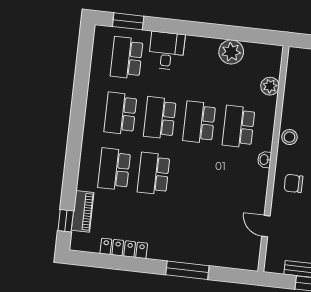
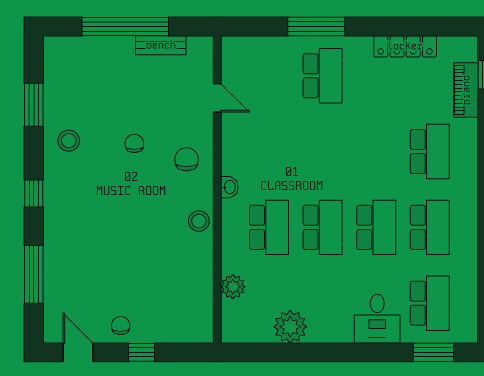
school desk: (154, 174) -> (323, 76), moved
chair: (294, 183) -> (186, 159), turned -90

